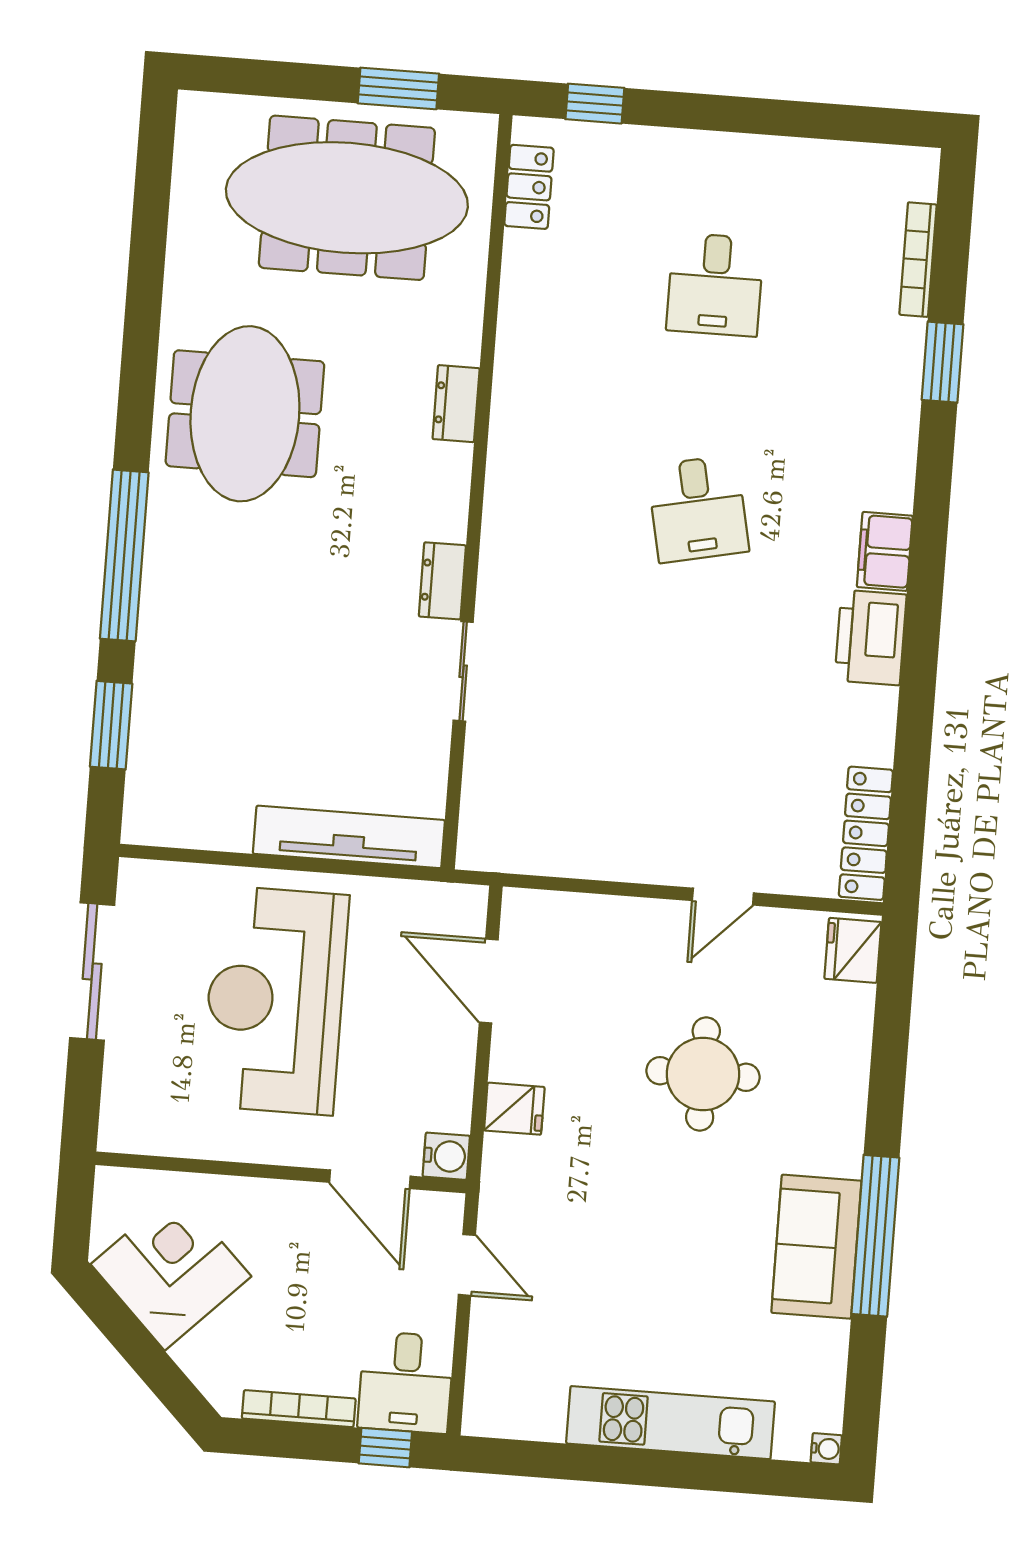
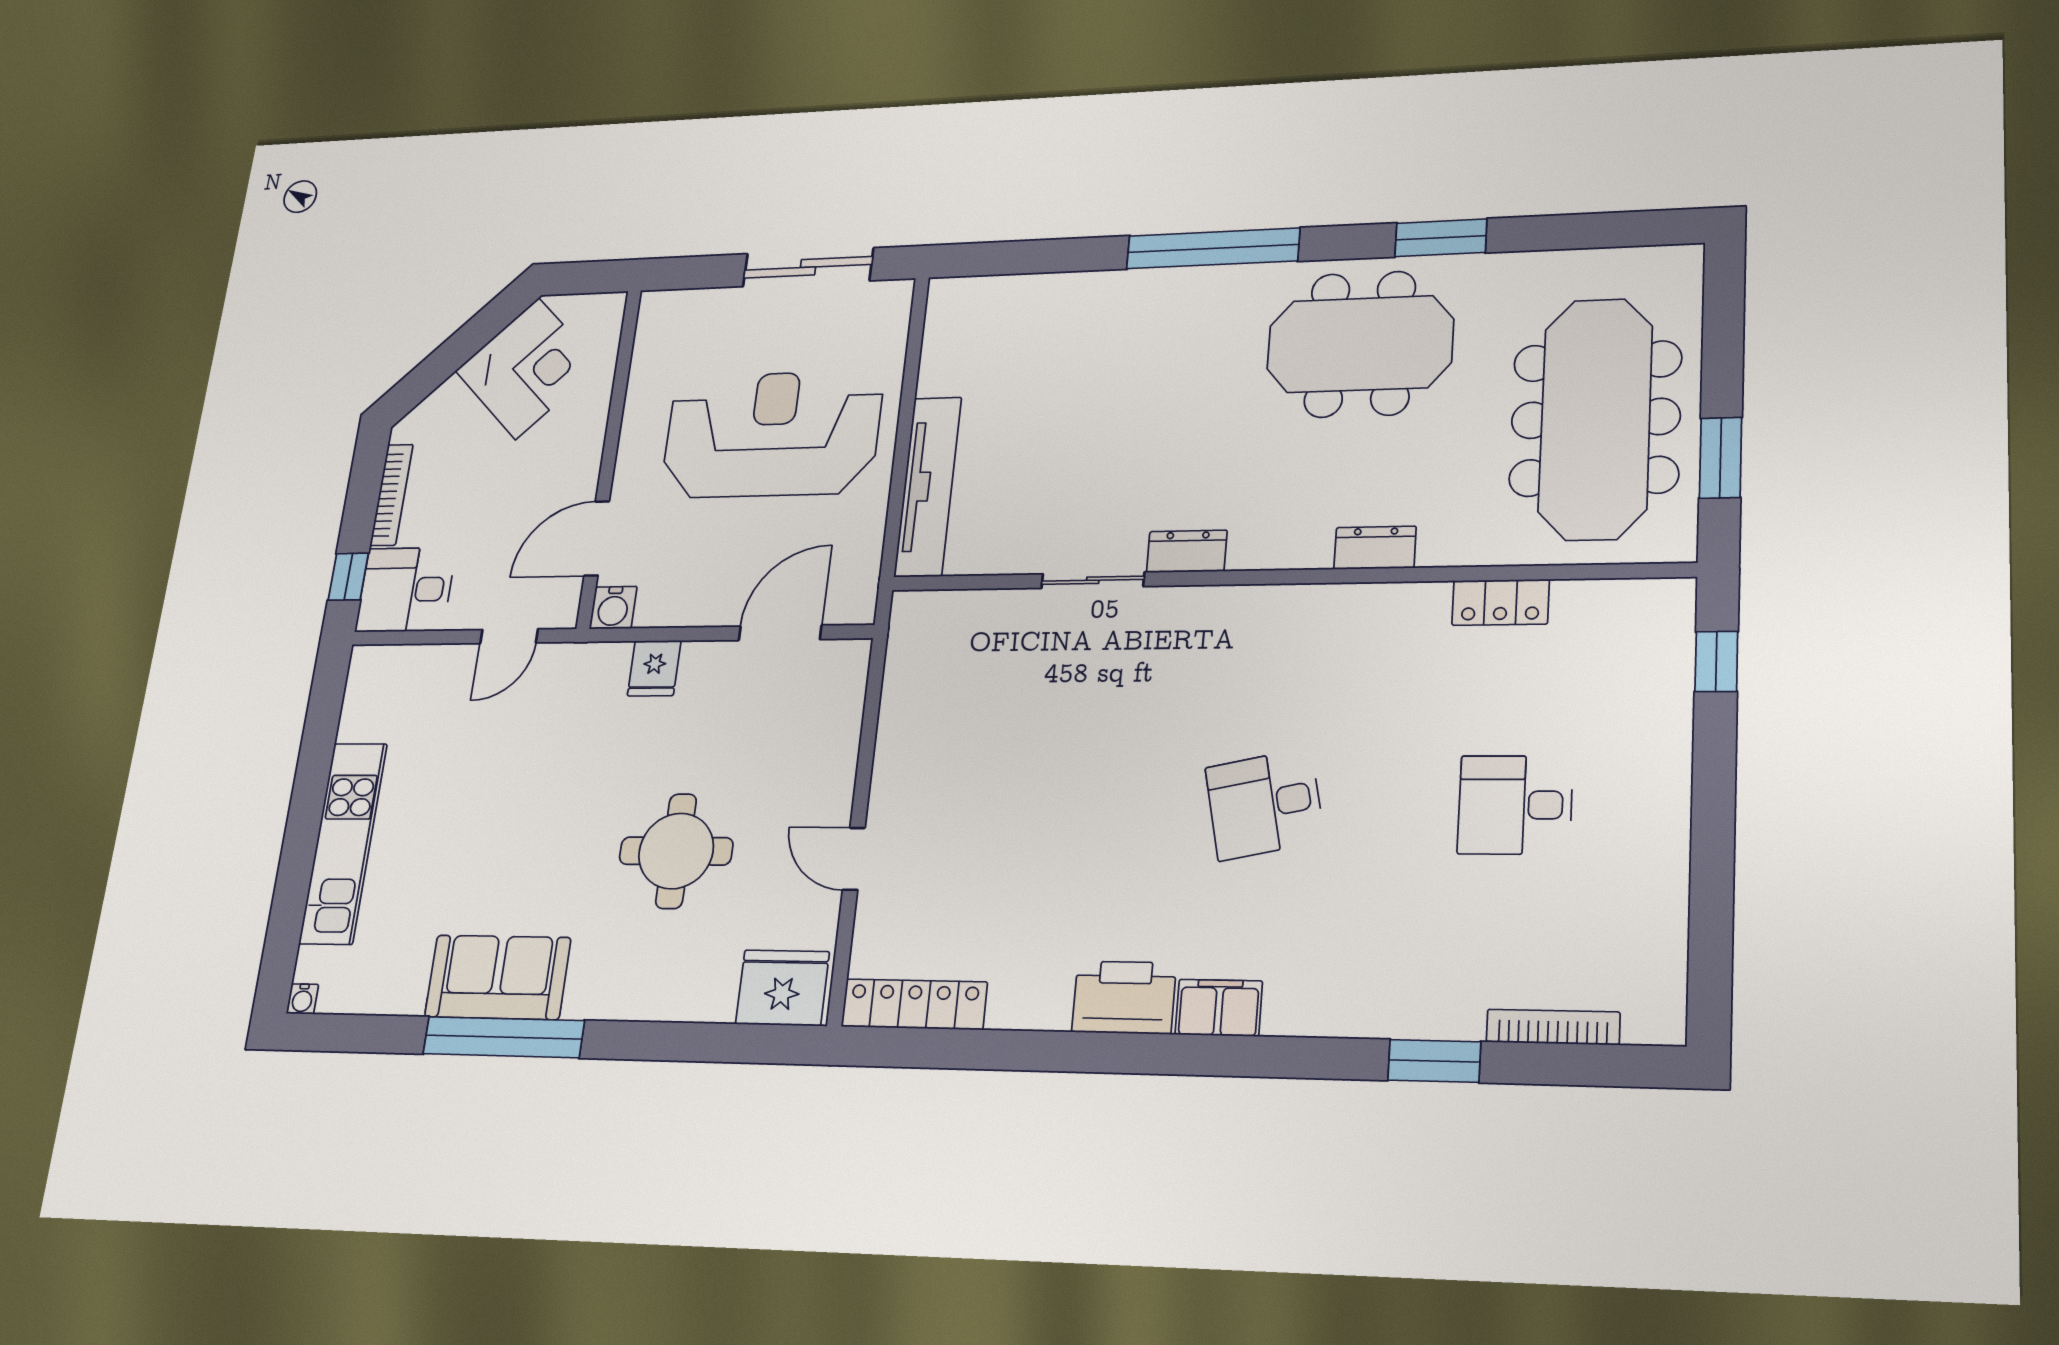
locker: (529, 187) -> (1500, 602), moved
window: (111, 725) -> (1441, 238), moved
fridge: (853, 950) -> (782, 988), width x1.36, depth x1.34

